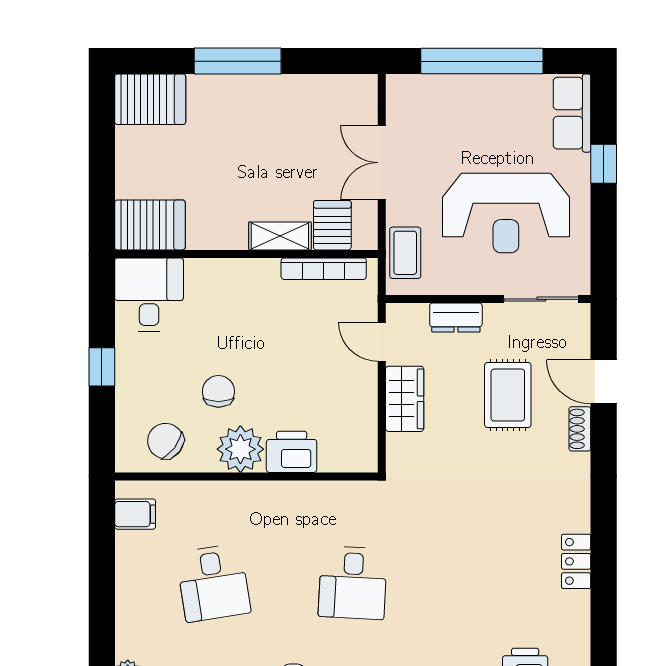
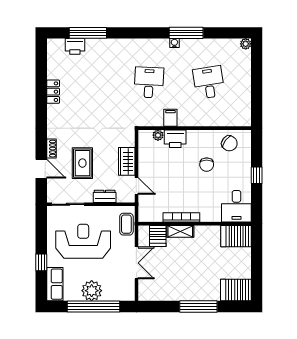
plant: (486, 98) -> (92, 291), added
bookcase: (324, 269) -> (181, 217), moved
plant: (240, 449) -> (158, 135), moved, width x0.53, depth x0.53
filing cabinet: (135, 514) -> (170, 118), moved, turned 90

